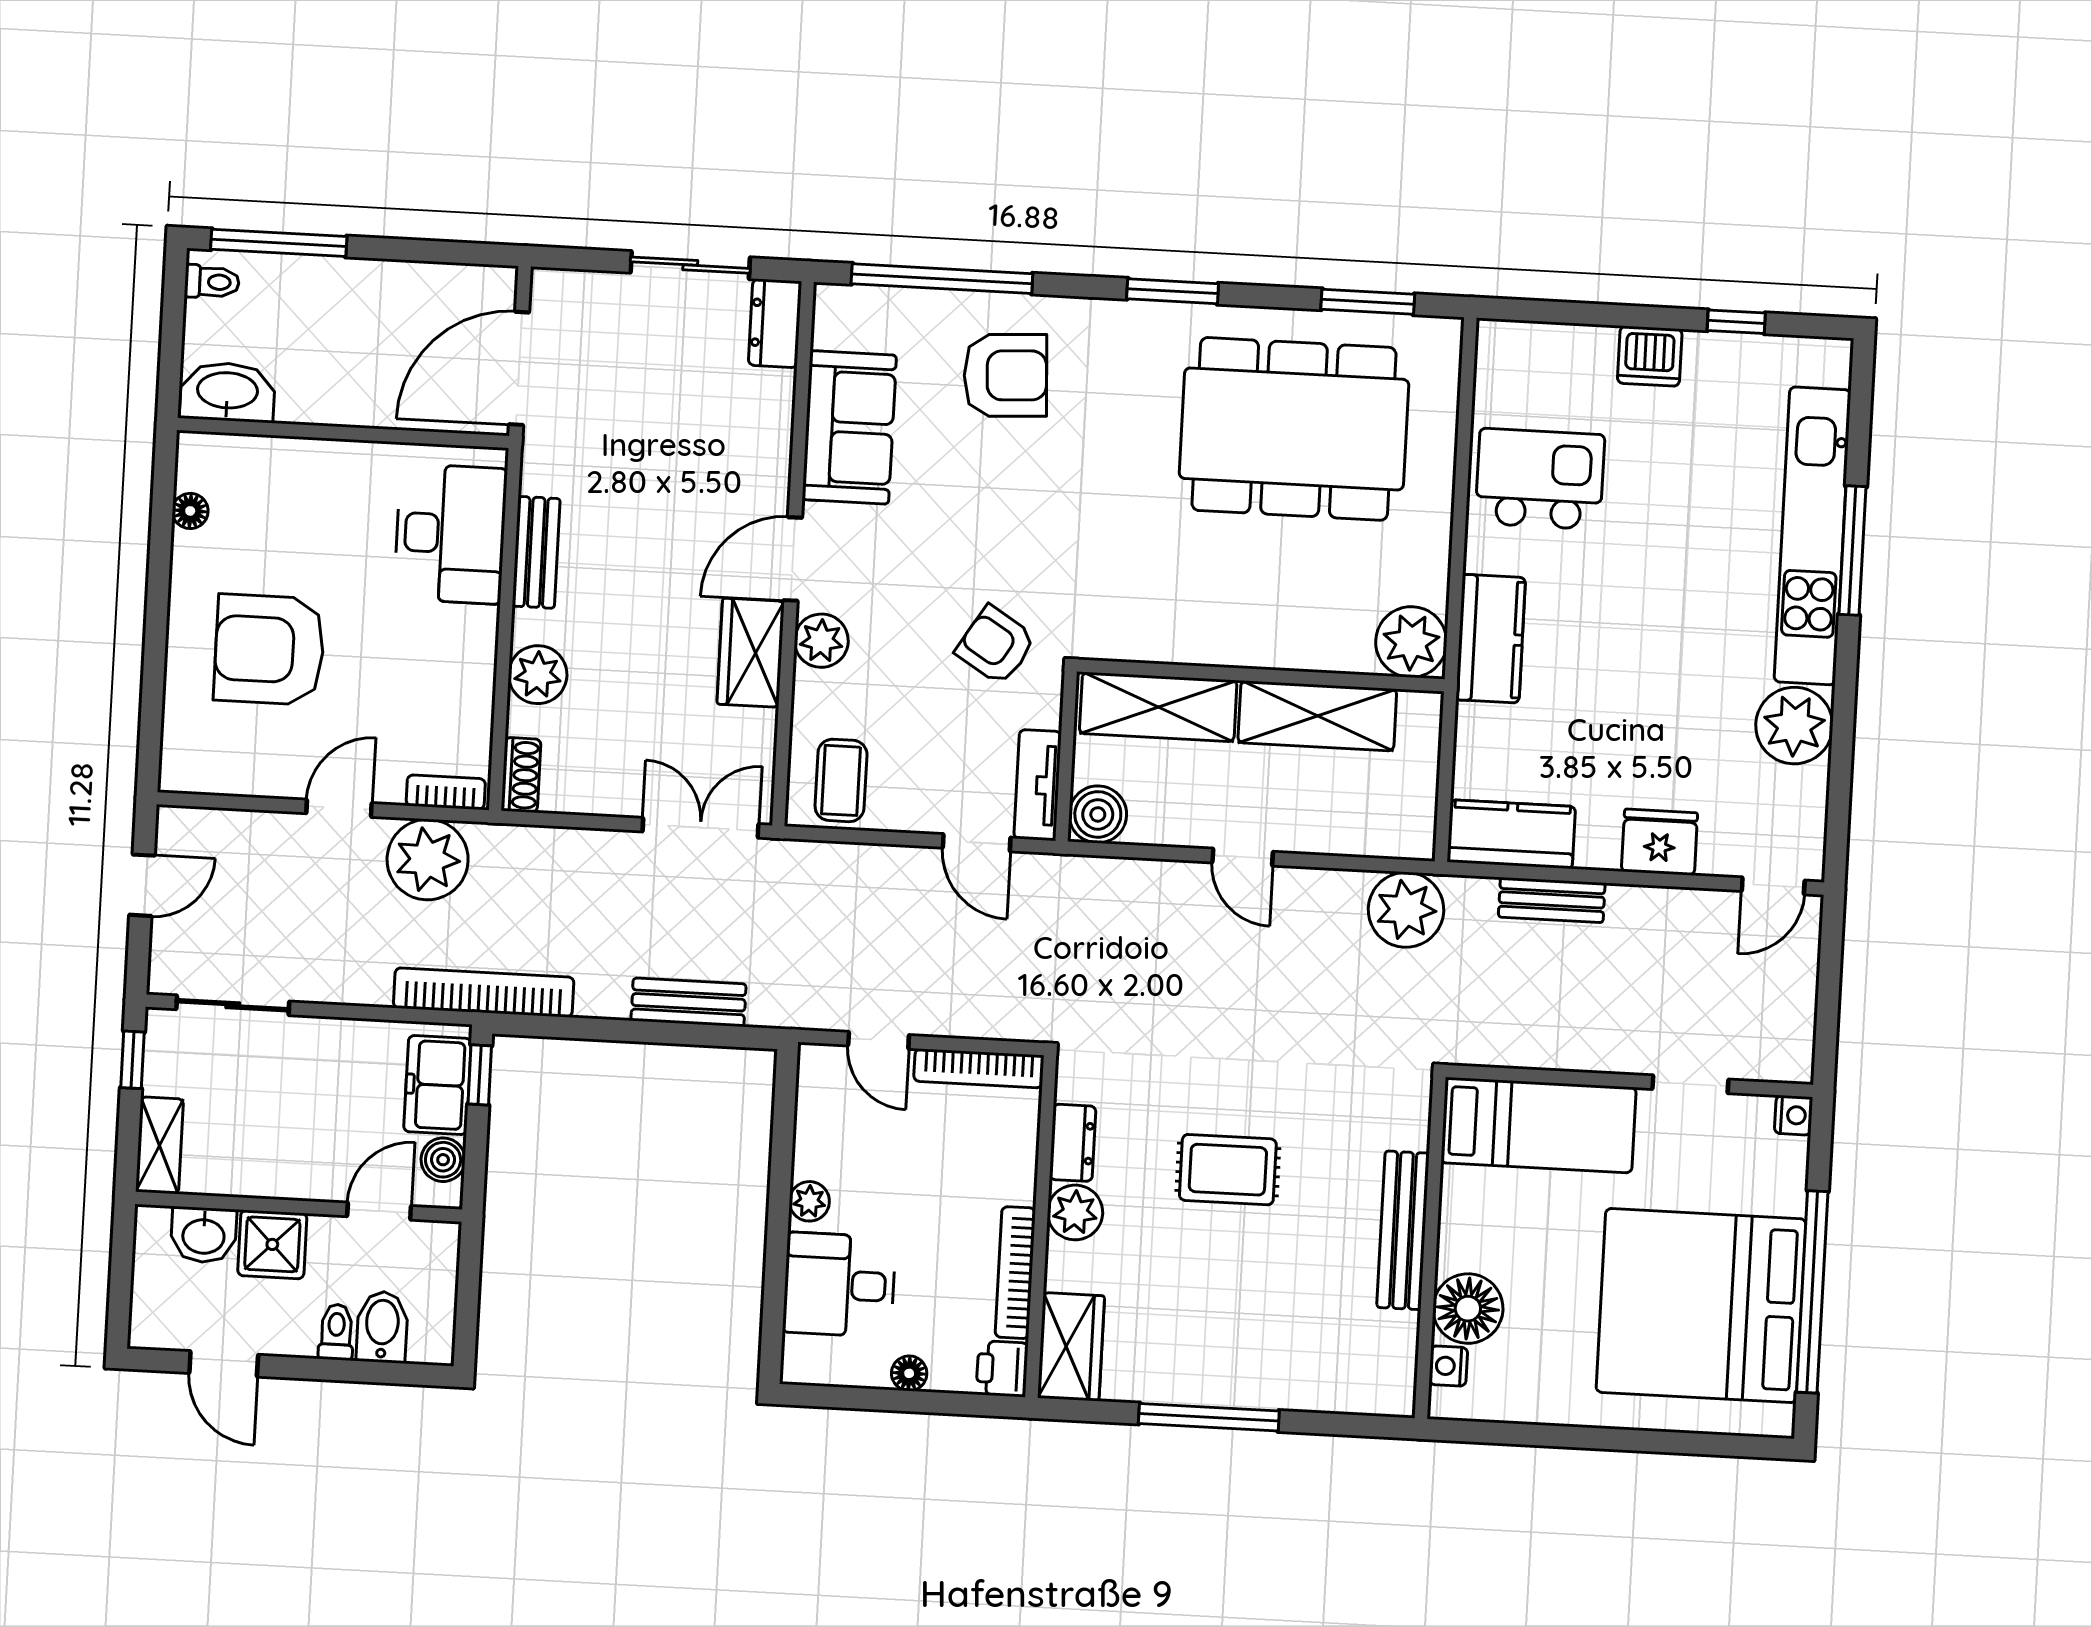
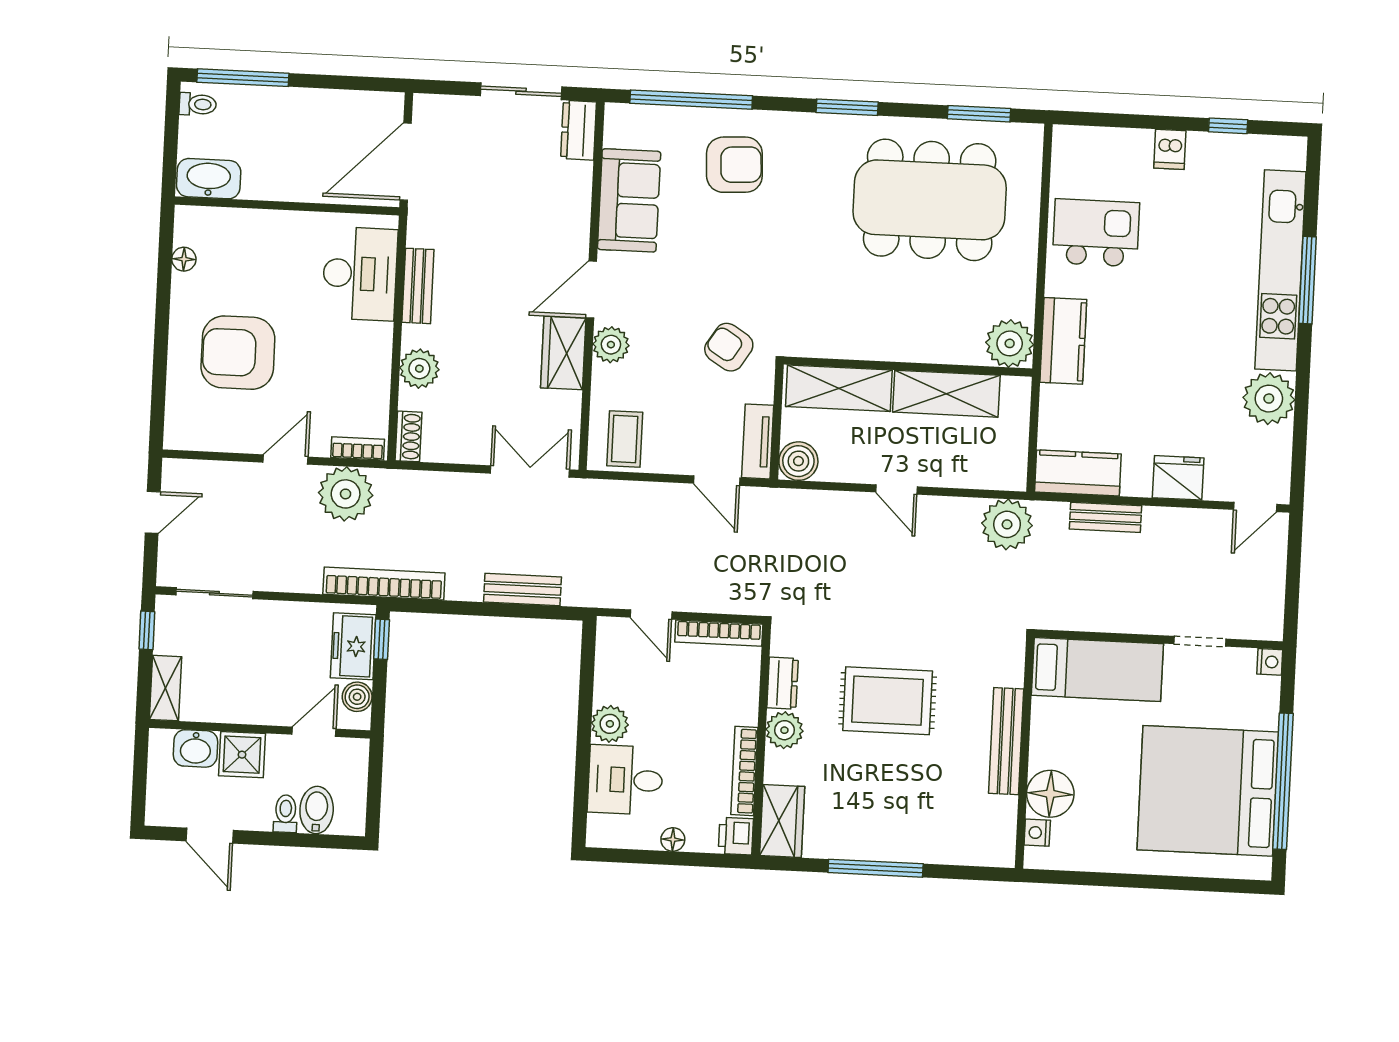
dishwasher: (1650, 356) -> (1170, 149), width x0.73
rug: (1228, 1170) -> (888, 701), width x1.36, depth x1.43
plant: (809, 1201) -> (610, 724), width x1.38, depth x1.38

